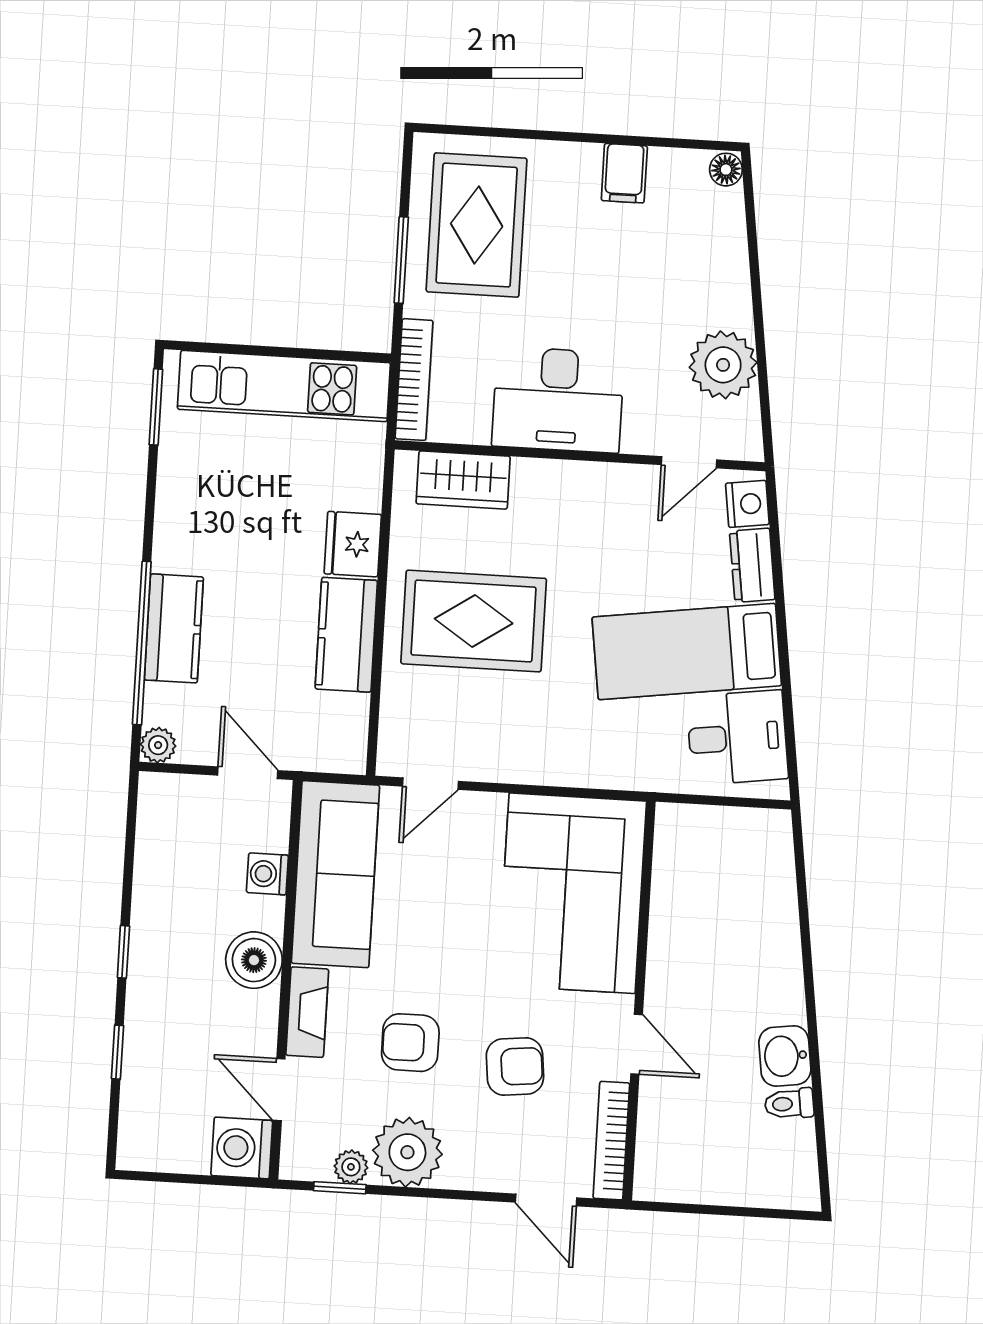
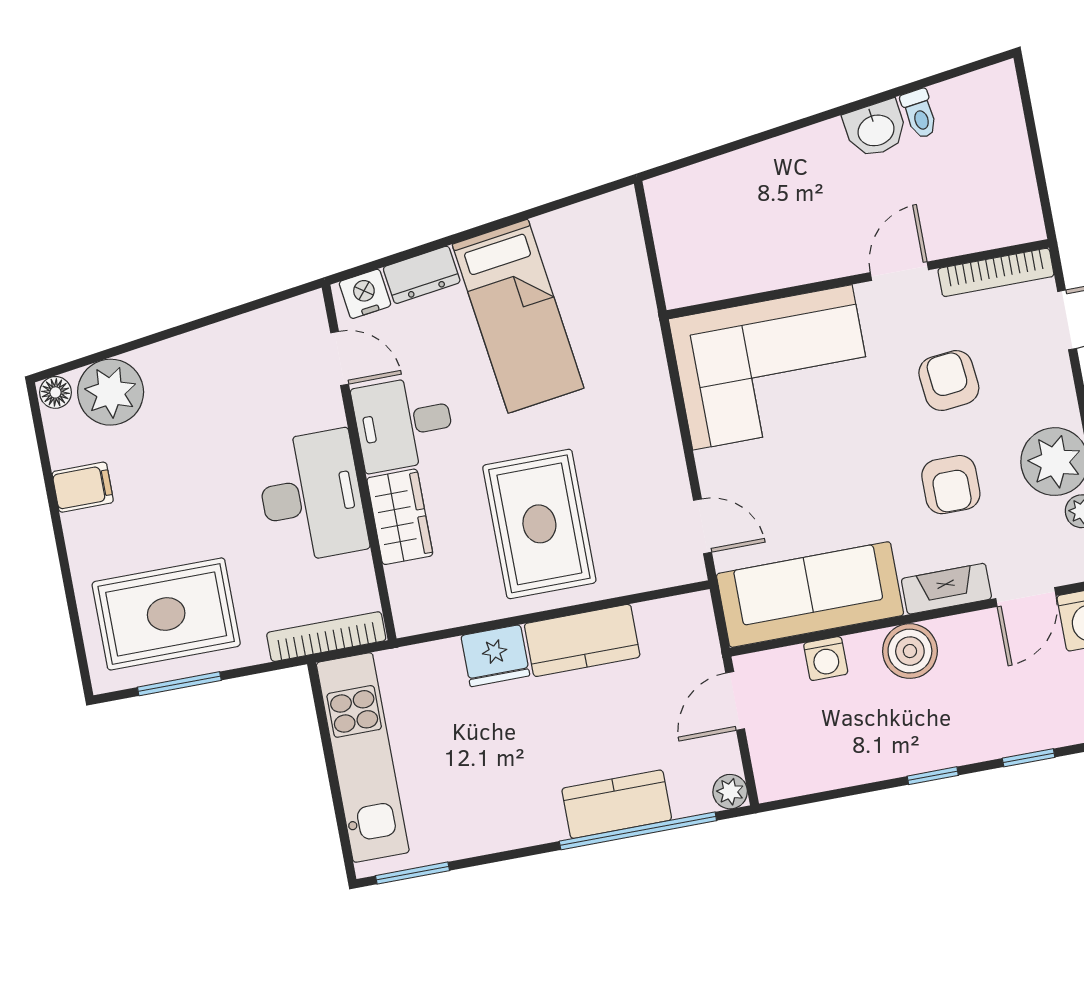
window: (401, 260) -> (179, 684), moved
plant: (723, 365) -> (111, 392), moved
wardrobe: (463, 480) -> (400, 517), moved
desk: (737, 738) -> (404, 423), moved, turned -82

